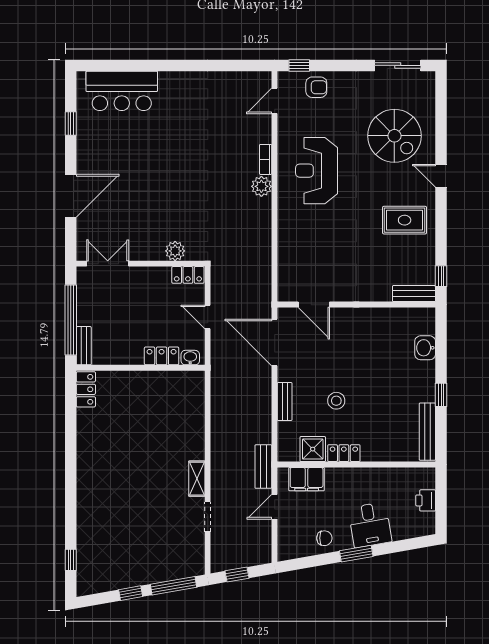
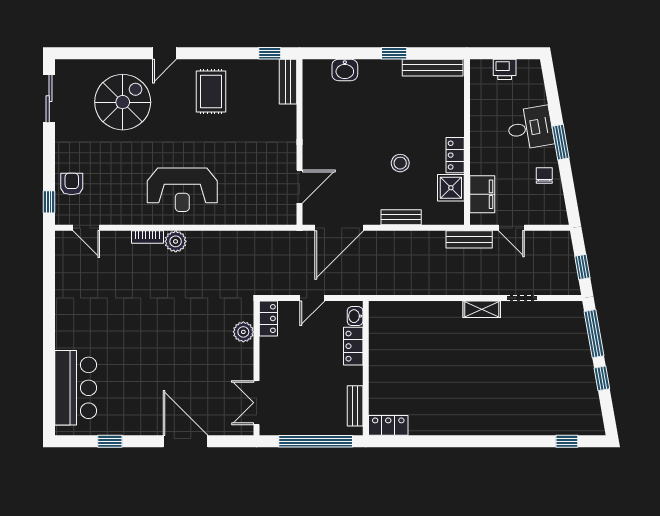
reception desk: (317, 171) -> (182, 190), moved
bench: (84, 346) -> (355, 406), moved, turned 90

